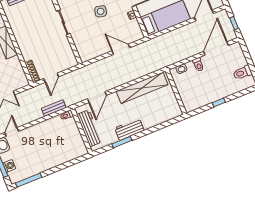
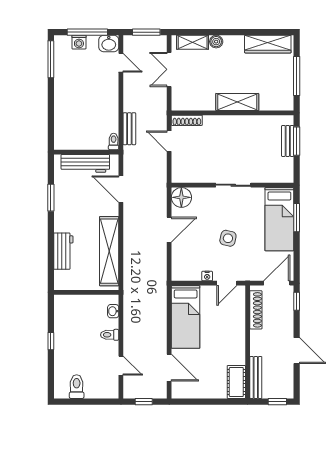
door: (216, 48) -> (121, 366), width x0.53
door: (121, 49) -> (169, 230), moved
floor lamp: (86, 54) -> (181, 197), added
workbench: (129, 129) -> (63, 251), moved

